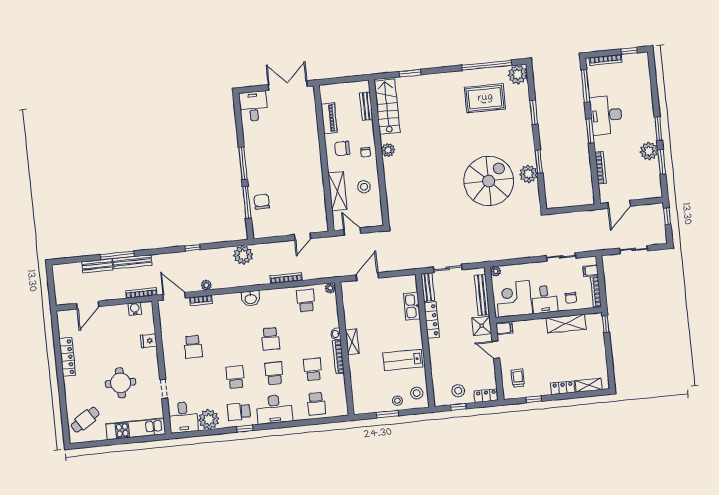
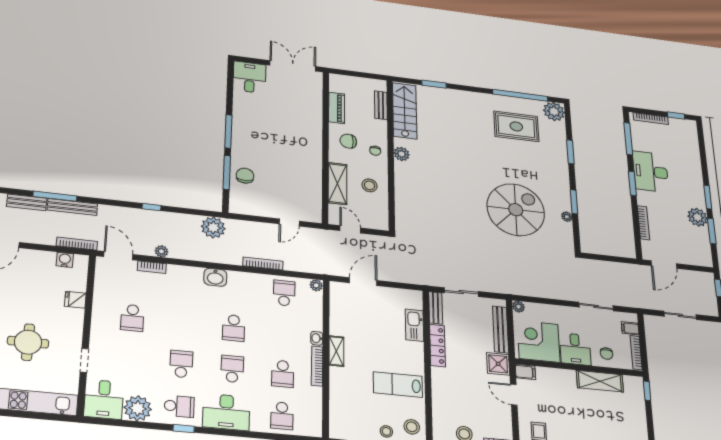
plant: (528, 174) -> (567, 217), width x0.53, depth x0.53
school desk: (313, 369) -> (283, 374), turned 180
school desk: (239, 412) -> (179, 406), turned 180

